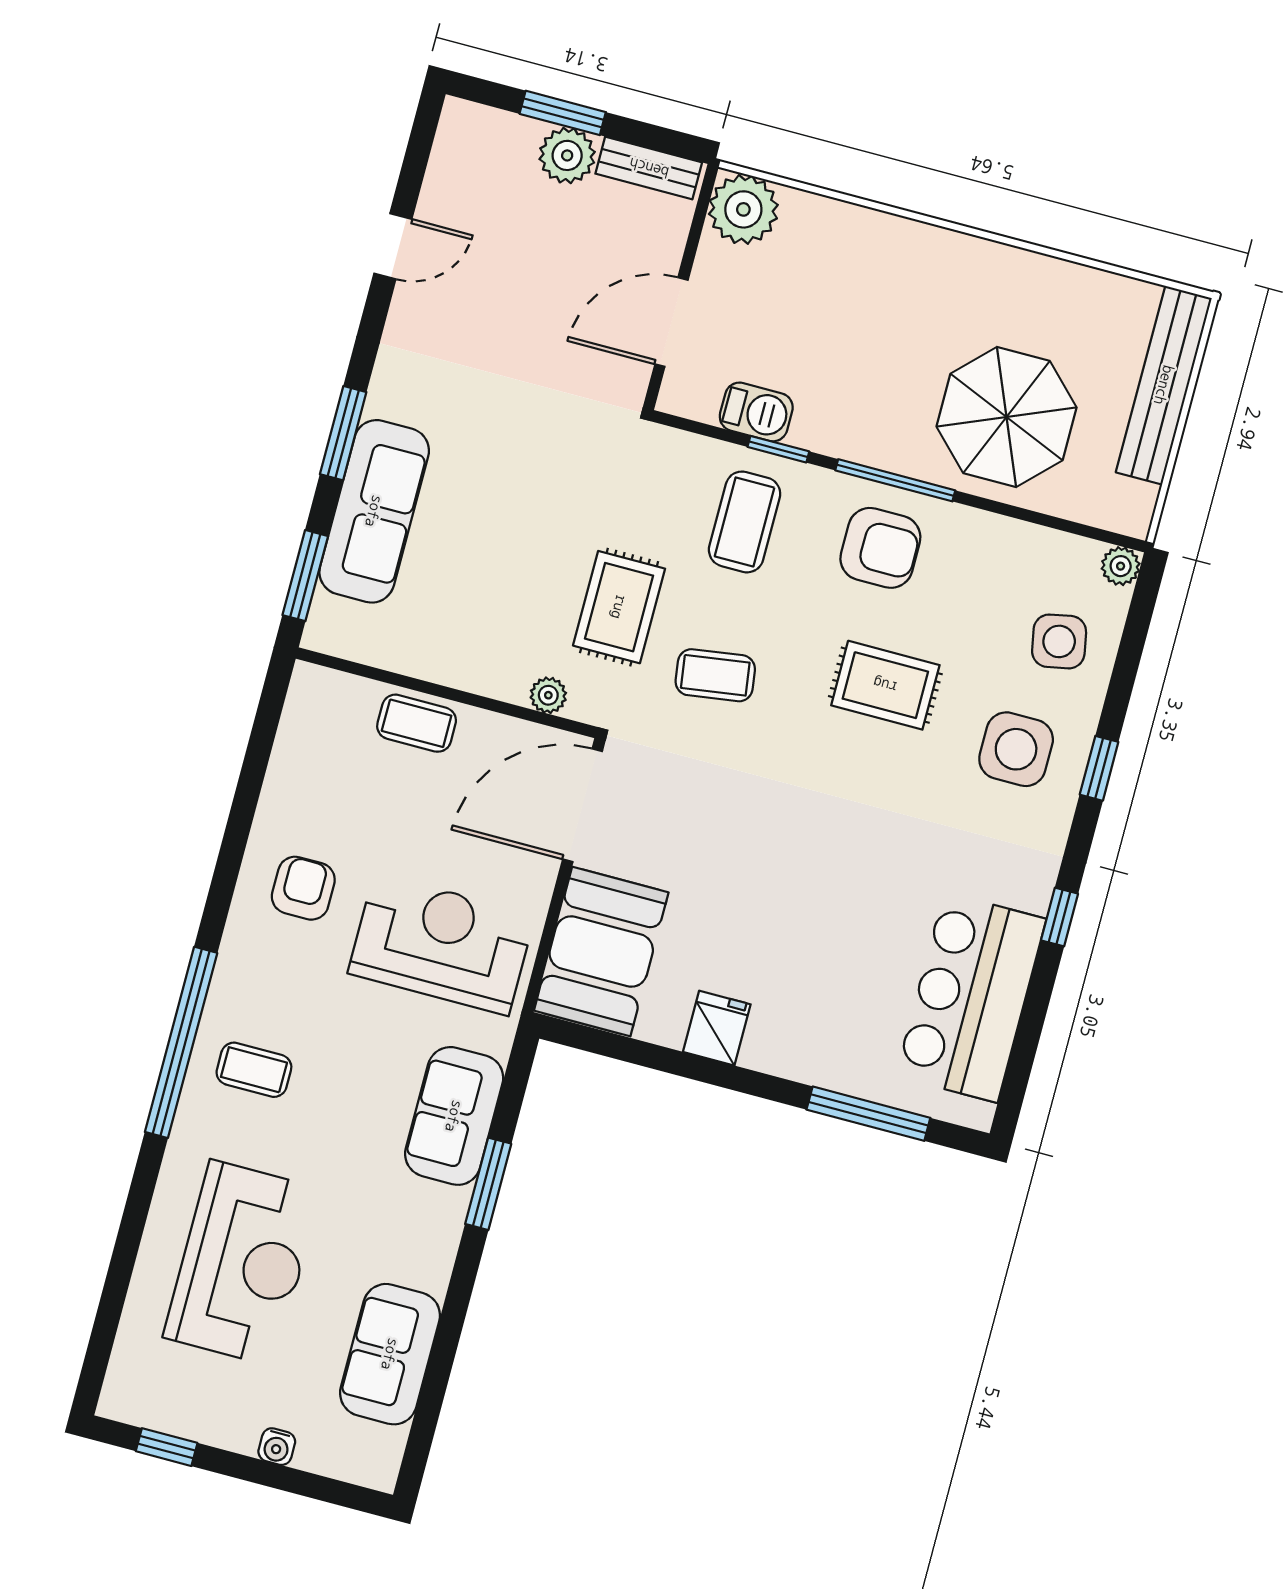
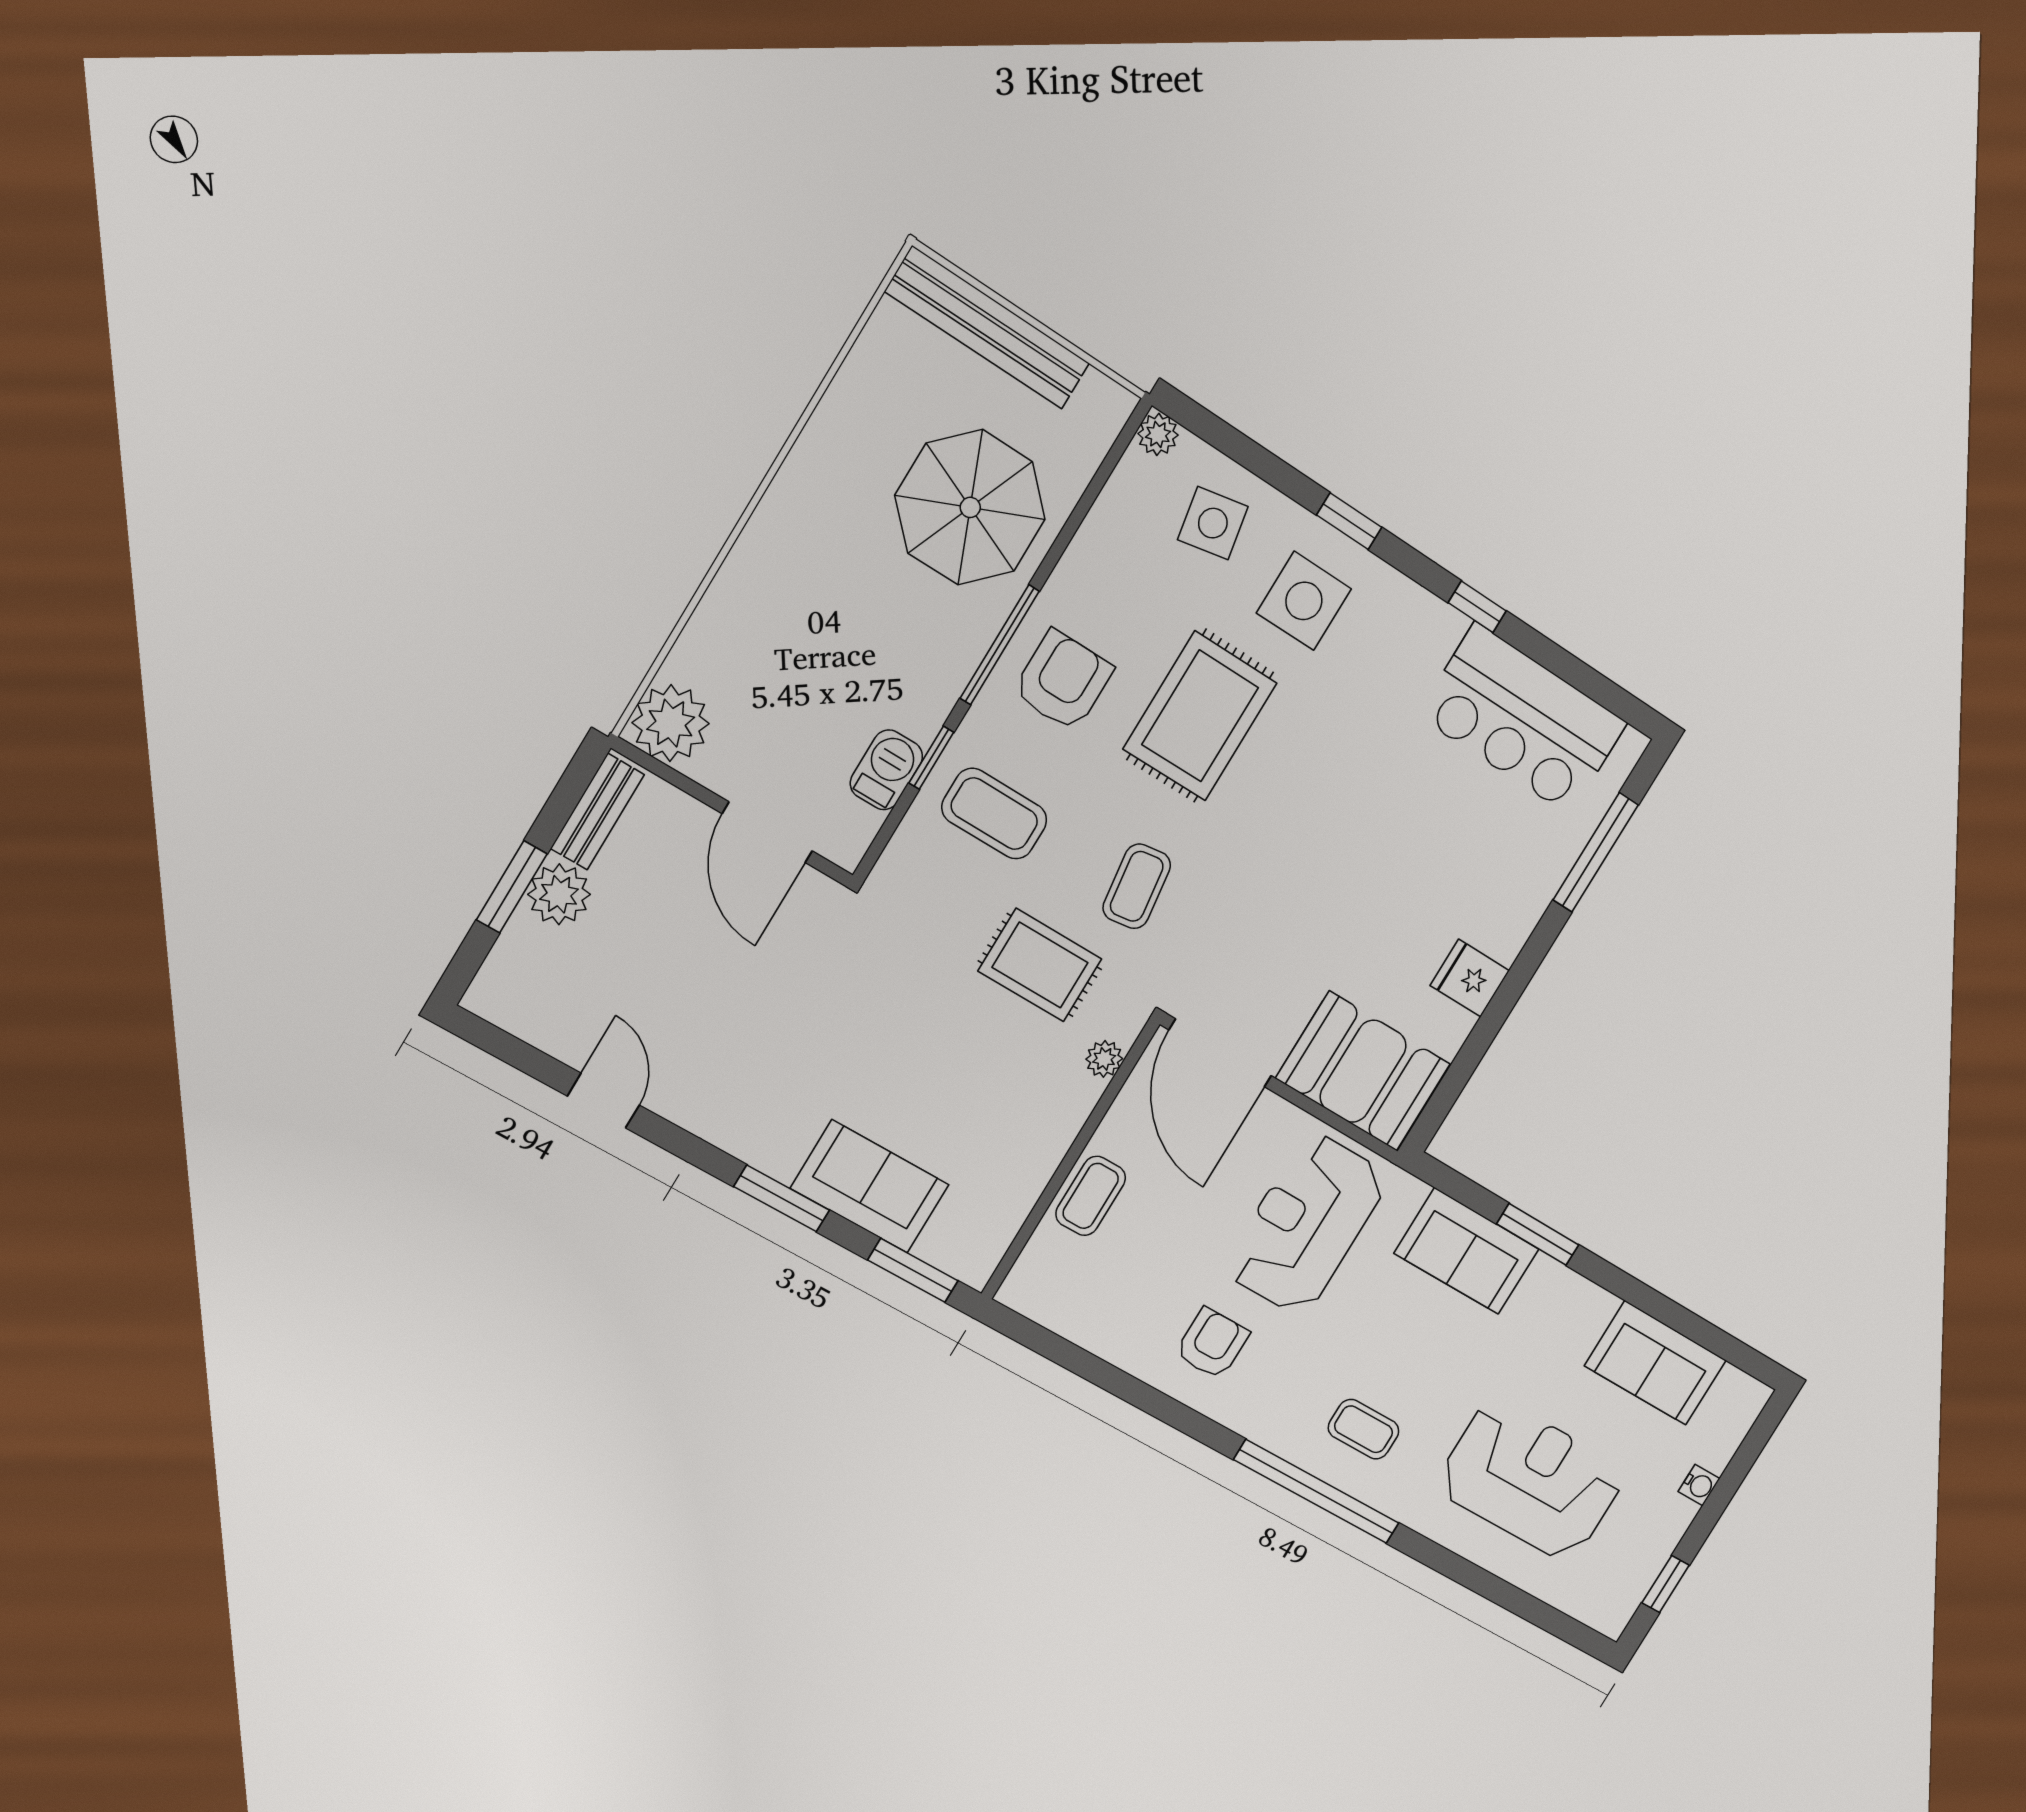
sofa: (374, 511) -> (870, 1187), width x0.73
rug: (885, 685) -> (1200, 716), width x1.36, depth x1.43
armchair: (303, 888) -> (1212, 1343), turned 90
coffee table: (254, 1070) -> (1364, 1429), turned 90

